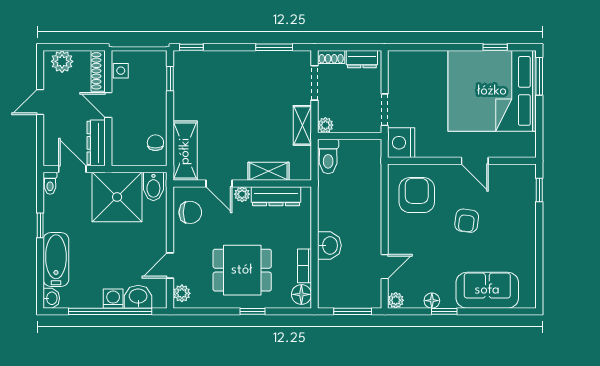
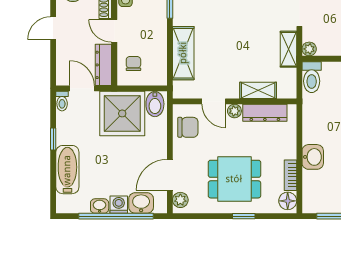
chair: (155, 143) -> (133, 64), moved
shelving: (185, 151) -> (183, 53), moved
door: (170, 266) -> (170, 175), width x1.38
washbasin: (51, 298) -> (100, 206), moved, turned -90

